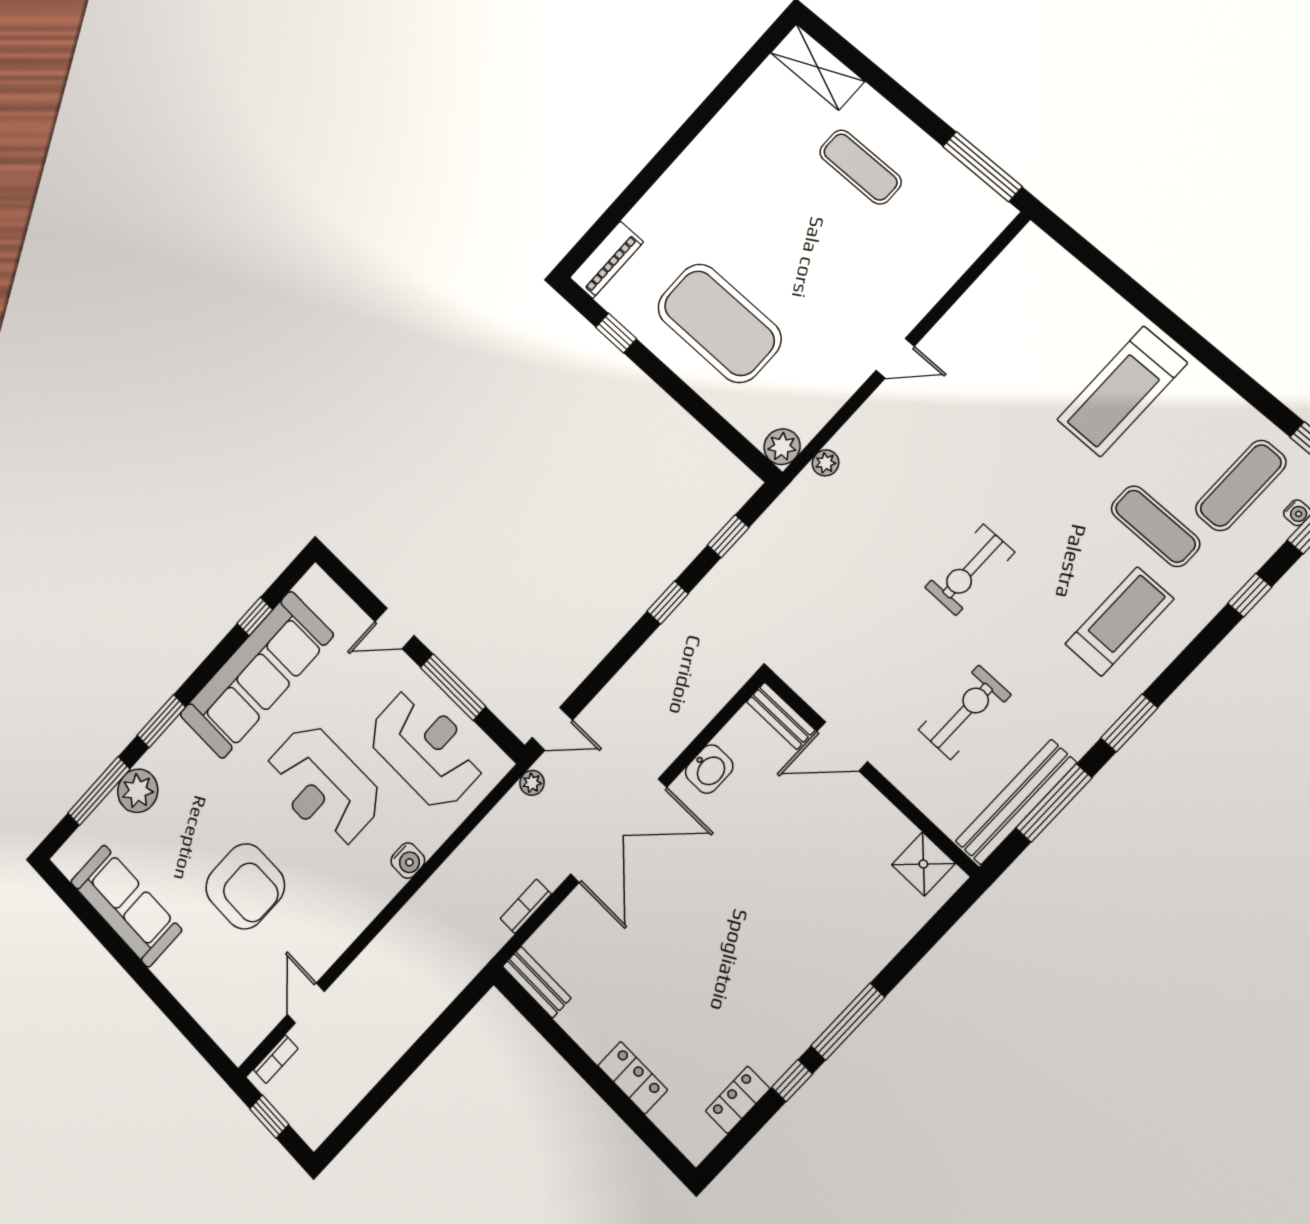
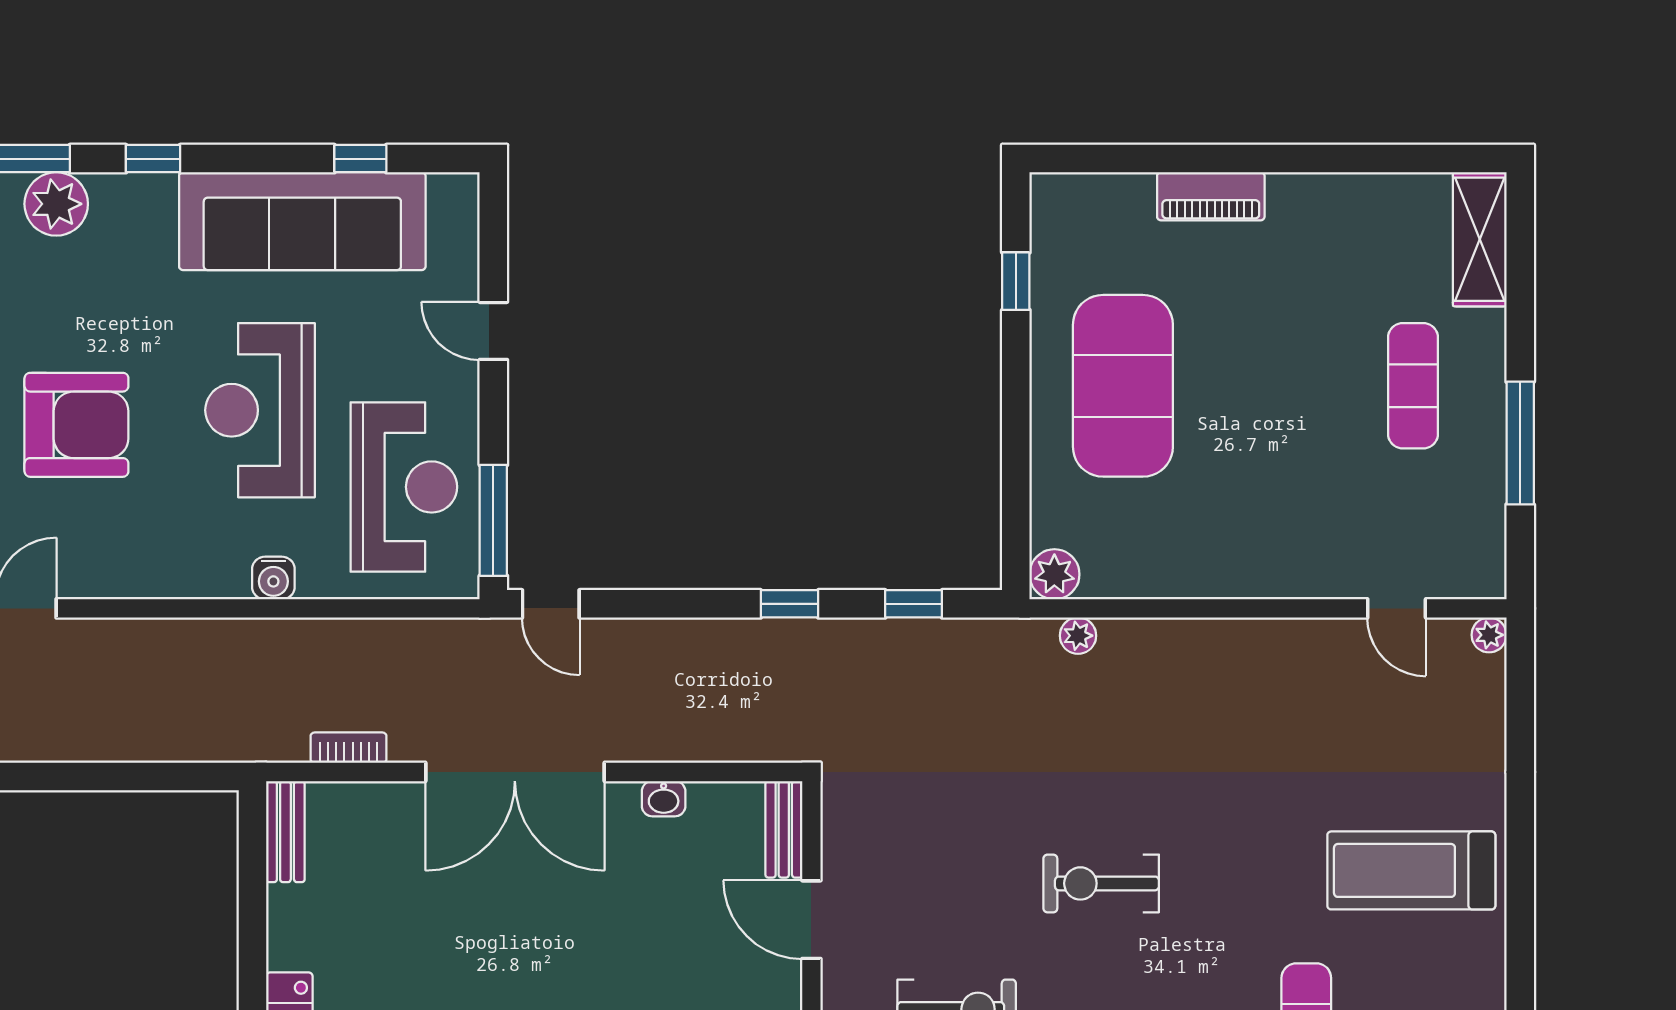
window: (982, 167) -> (1520, 443), moved
piano: (607, 260) -> (1211, 196), moved
door: (895, 358) -> (1397, 608), moved
window: (453, 687) -> (493, 520), moved
window: (161, 721) -> (153, 159), width x0.67
washbasin: (709, 769) -> (664, 799), width x0.72, depth x0.69
plant: (532, 783) -> (1489, 635), moved
armchair: (245, 886) -> (76, 425), turned -90

